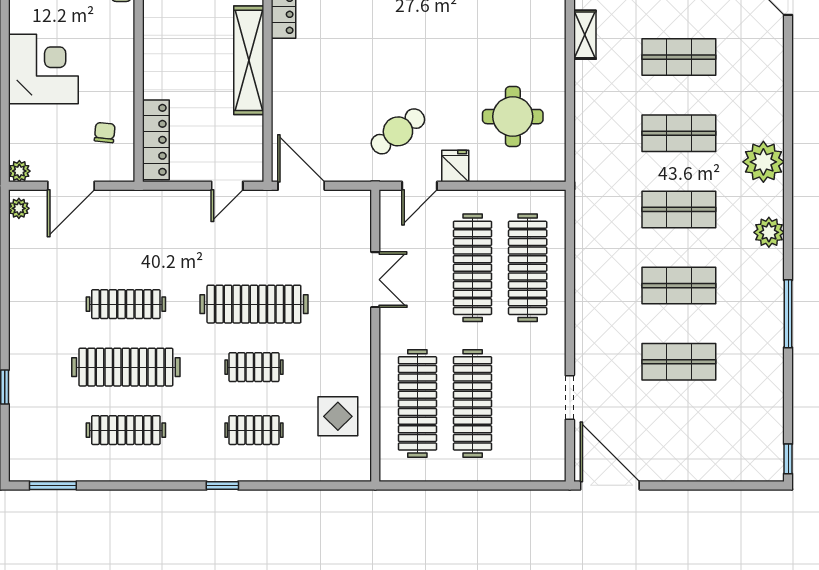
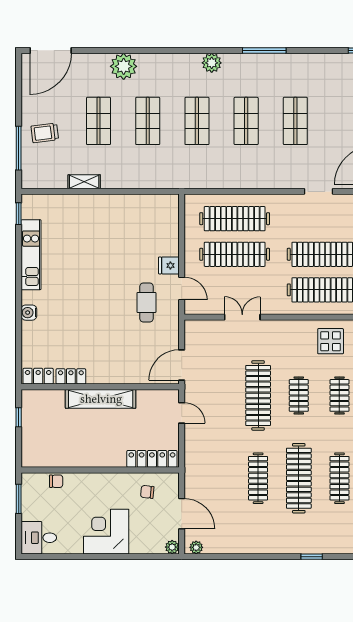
round table: (513, 117) -> (137, 228), removed
cafe table: (398, 131) -> (146, 302), turned 37
plant: (763, 162) -> (124, 66), moved

